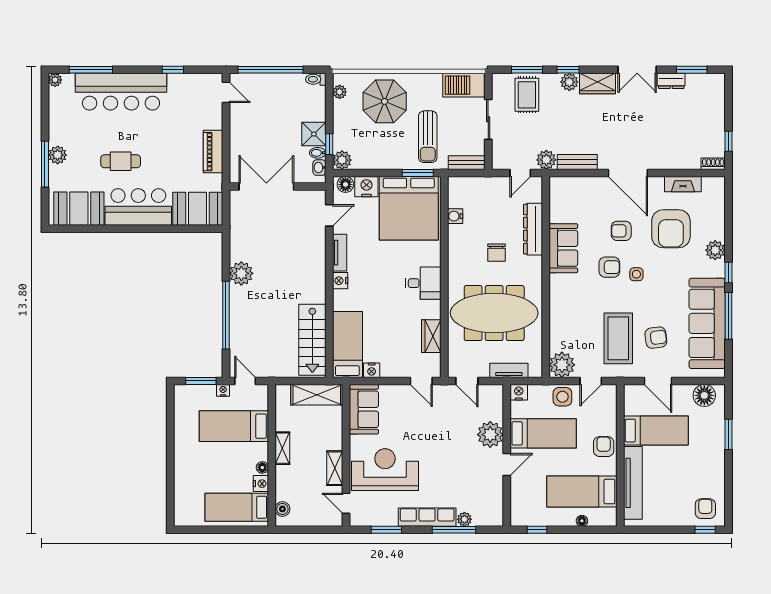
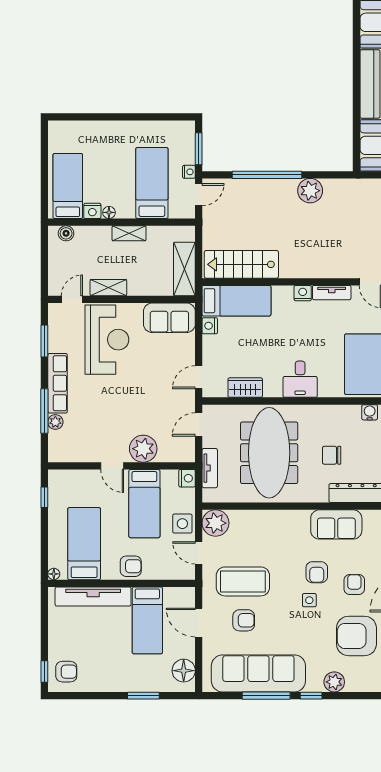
armchair: (656, 338) -> (244, 620), turned -83
door: (658, 381) -> (199, 623), hinge flipped
floor lamp: (582, 521) -> (54, 574), moved

